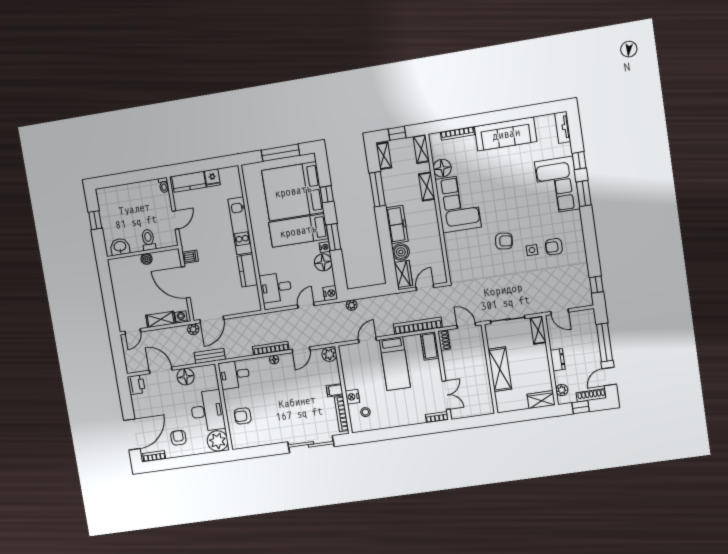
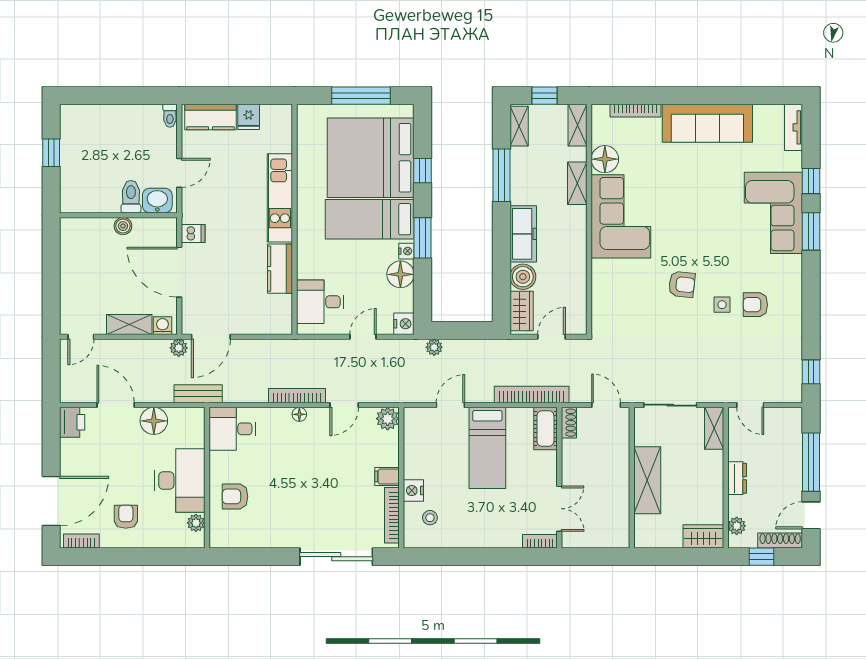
washbasin: (120, 247) -> (157, 201), moved
plant: (218, 441) -> (196, 523), width x0.53, depth x0.53

